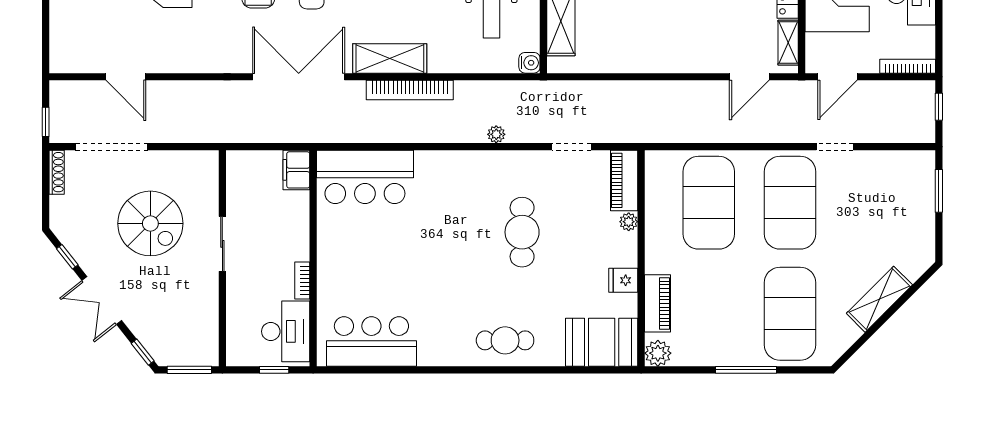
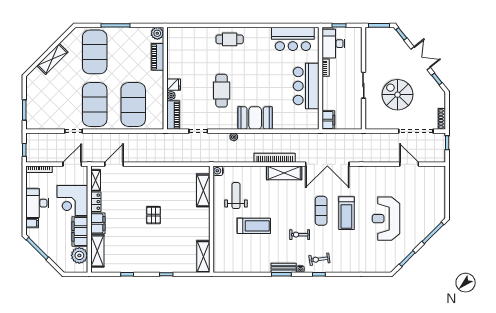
bar counter: (365, 177) -> (306, 86), moved, turned -90
fridge: (623, 280) -> (174, 85), moved
booth: (602, 342) -> (255, 118), moved

